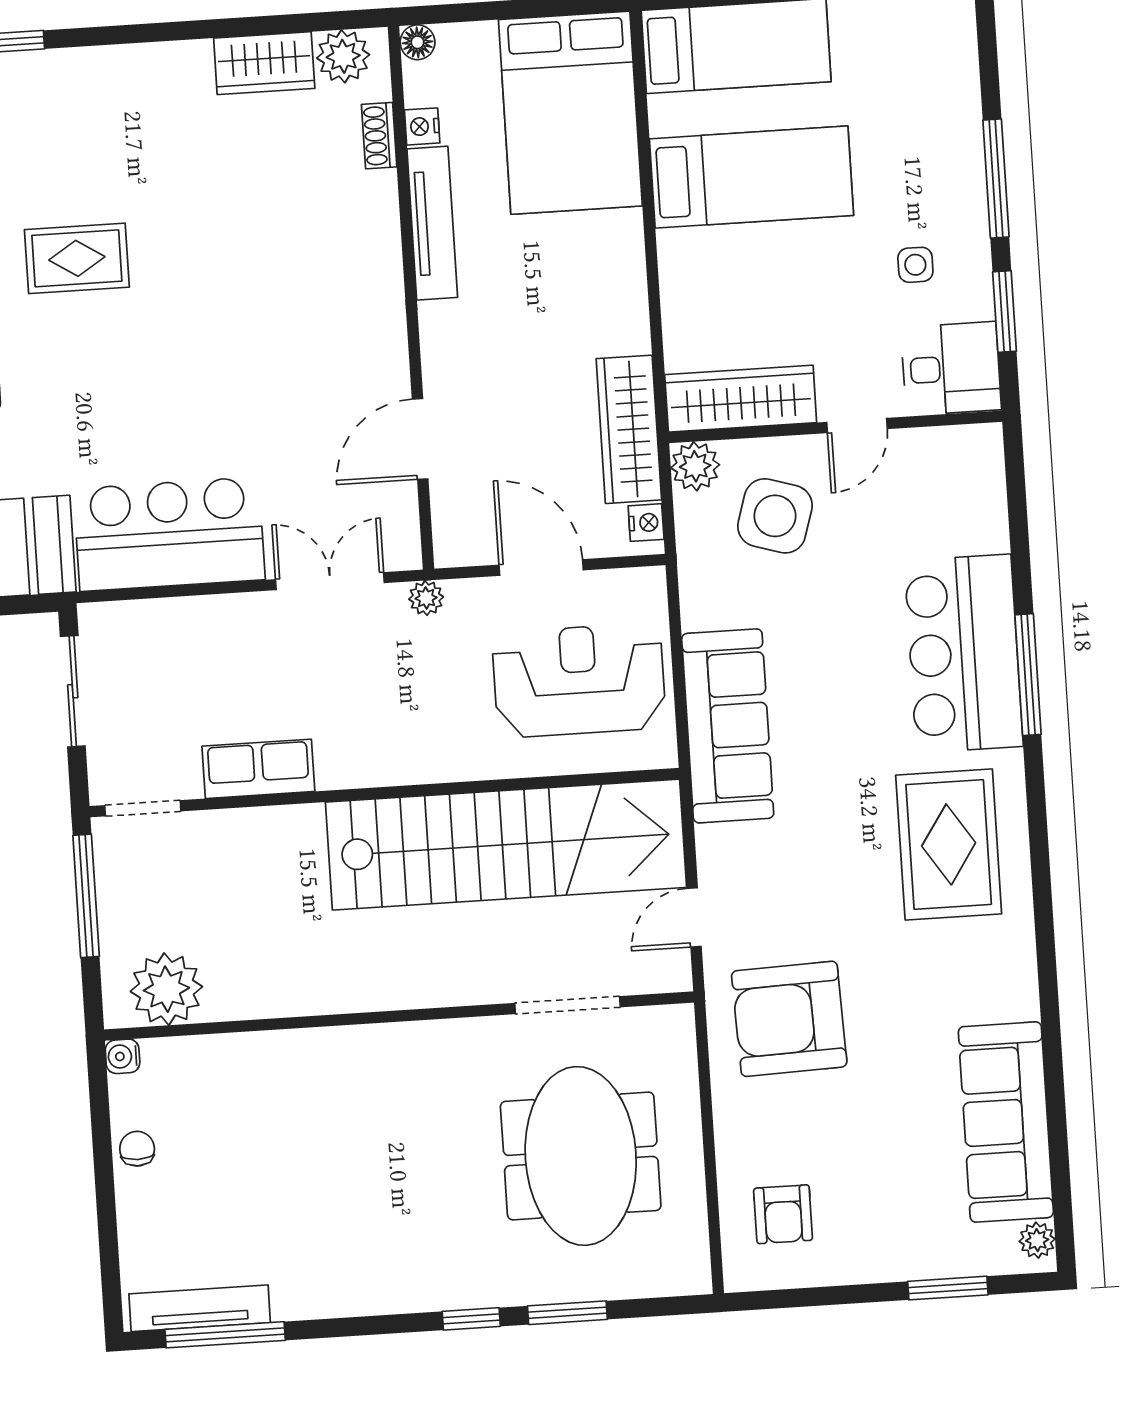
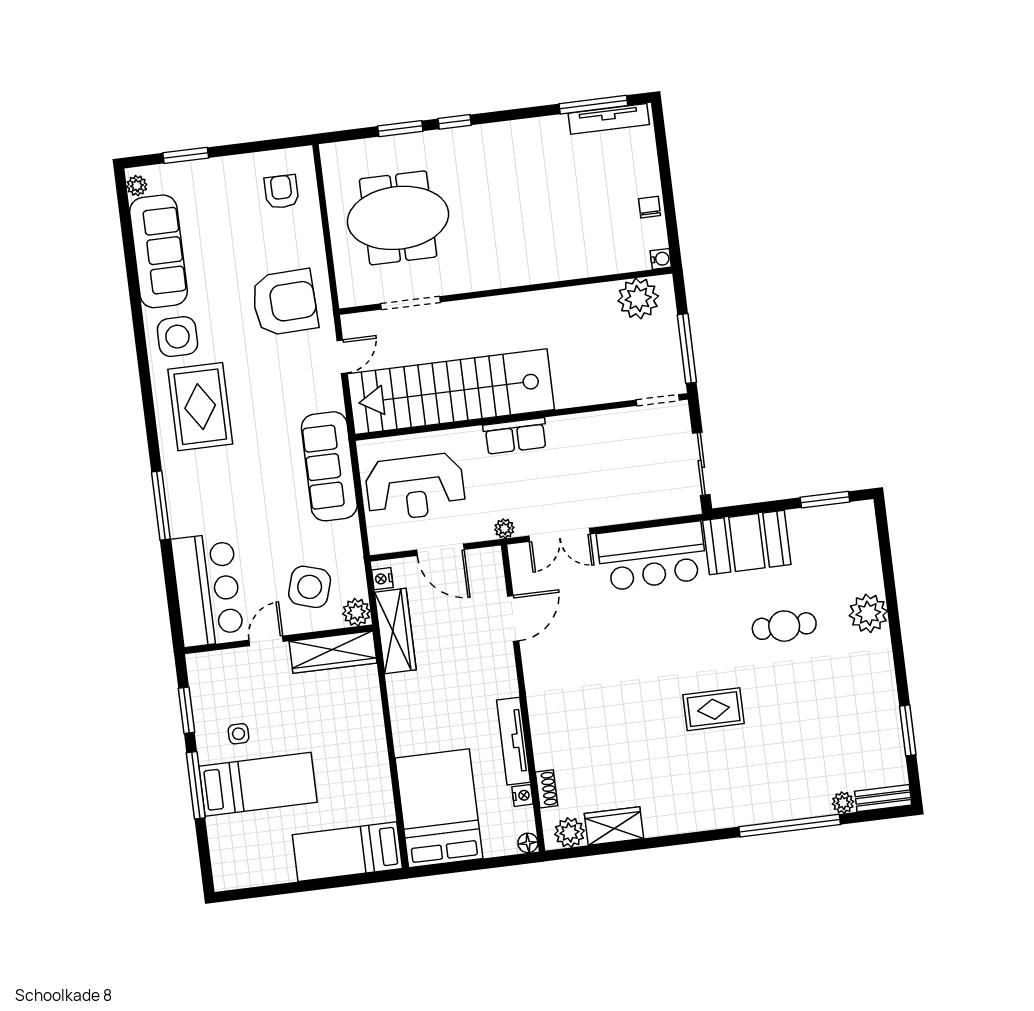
bed: (752, 177) -> (258, 784), moved, turned 180
desk: (951, 368) -> (215, 676), removed
bar counter: (964, 654) -> (207, 590), moved
row of seats: (258, 769) -> (515, 436), moved
side table: (981, 970) -> (177, 337), added
chair: (137, 1149) -> (649, 207), turned 180
meeting table: (581, 1156) -> (398, 218), turned 90

